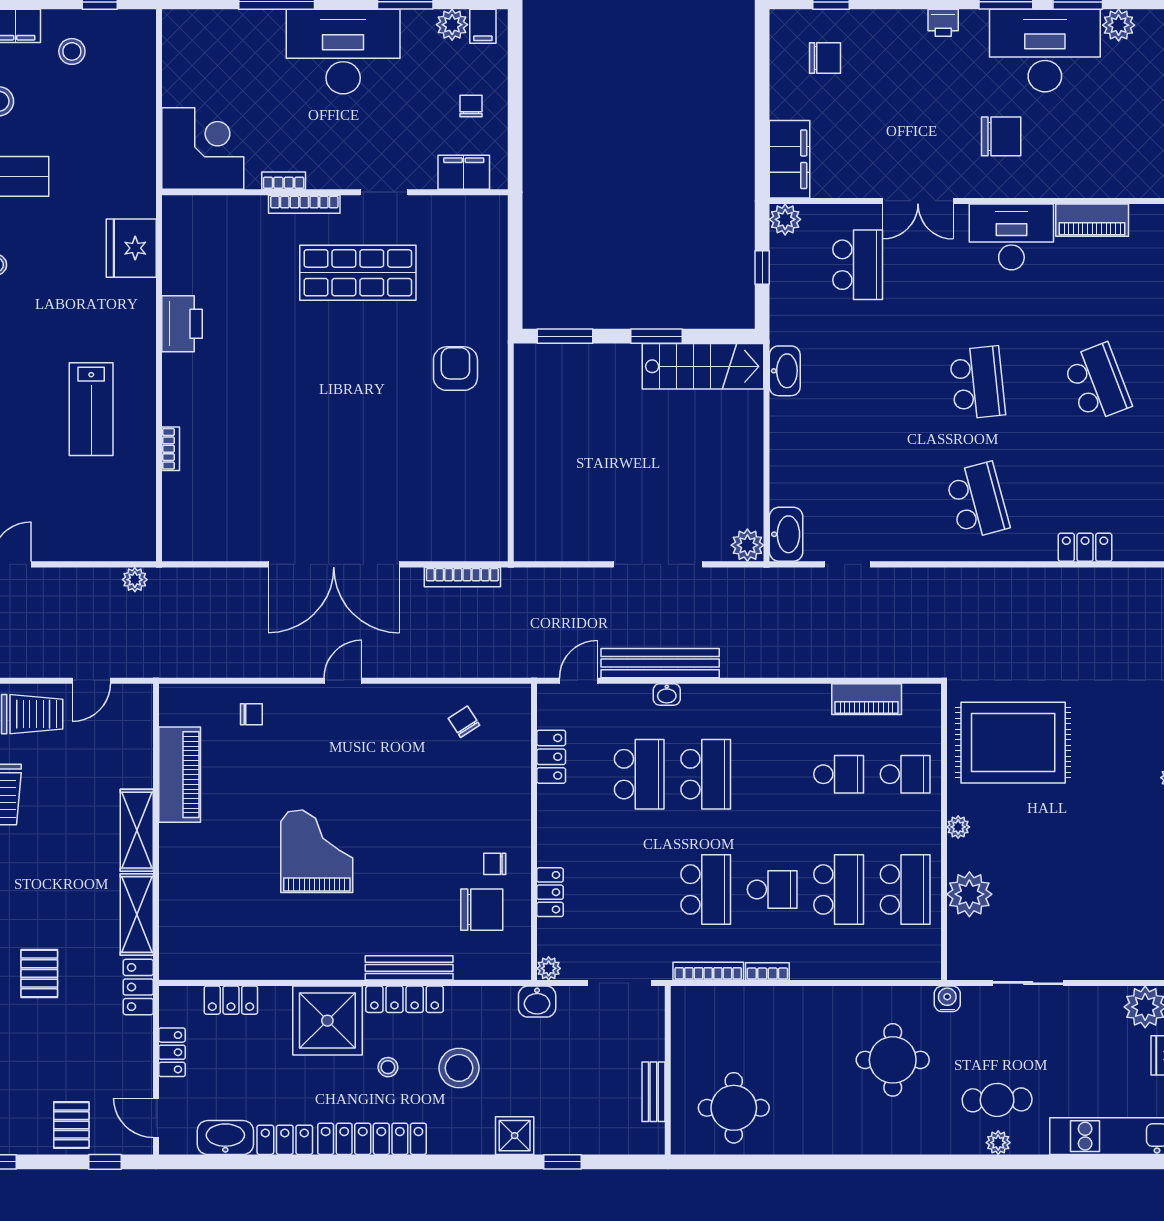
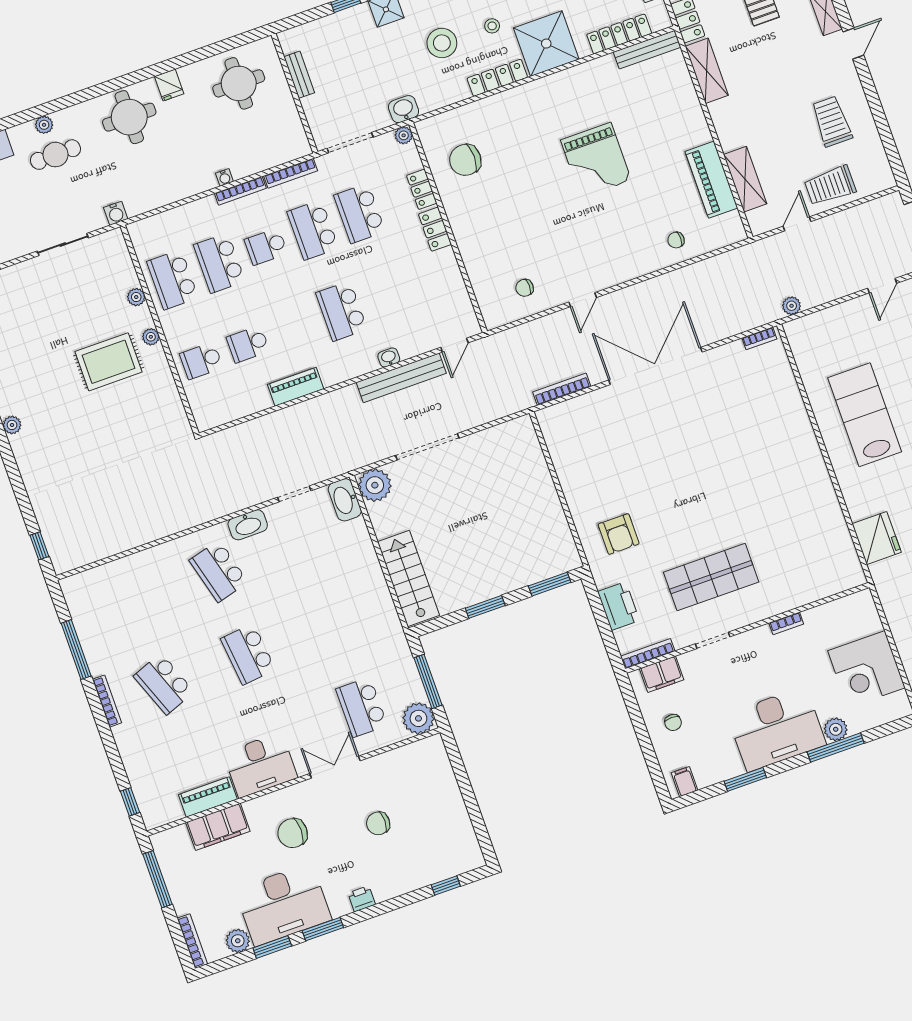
plant: (452, 25) -> (836, 729), moved
chair: (825, 58) -> (378, 823), moved
corner desk: (203, 148) -> (866, 669), moved
filing cabinet: (790, 159) -> (218, 827), moved, turned -90
bookcase: (304, 204) -> (648, 654), moved
plant: (785, 219) -> (418, 718), width x1.36, depth x1.36
window: (762, 268) -> (428, 681), width x2.17
printer: (182, 324) -> (619, 606), moved, turned 180
stairs: (703, 366) -> (408, 578), moved, turned 90
washbasin: (785, 371) -> (248, 525), moved, turned -90
lab bench: (91, 409) -> (865, 415), width x1.36, depth x1.39
bookcase: (171, 449) -> (759, 338), moved, turned -90
plant: (747, 545) -> (375, 485), width x1.36, depth x1.36
locker: (1085, 547) -> (131, 565), removed
door: (343, 681) -> (583, 300), moved
piano: (867, 699) -> (296, 387), moved
chair: (464, 722) -> (525, 288), turned 123
rug: (1013, 743) -> (109, 362), moved, width x0.73, depth x0.69
locker: (551, 757) -> (435, 229), moved
school desk: (639, 774) -> (360, 213), moved
shelving: (137, 830) -> (745, 179), moved
chair: (495, 864) -> (468, 195), removed
plant: (969, 894) -> (136, 297), width x0.53, depth x0.53
bench: (409, 968) -> (647, 50), moved
bookcase: (767, 971) -> (240, 191), width x1.56
water cooler: (794, 995) -> (224, 177), added
locker: (231, 1000) -> (619, 34), width x1.53
round table: (893, 1060) -> (129, 117), moved
fridge: (822, 1137) -> (169, 85), added

